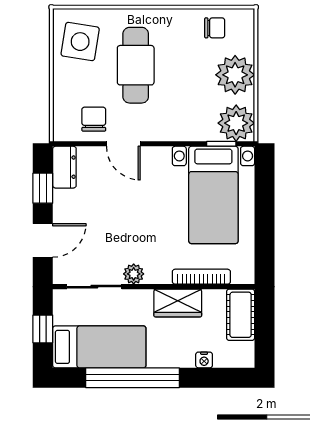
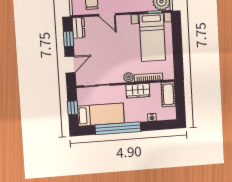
plant: (134, 274) -> (129, 77), moved

